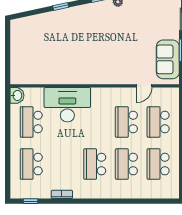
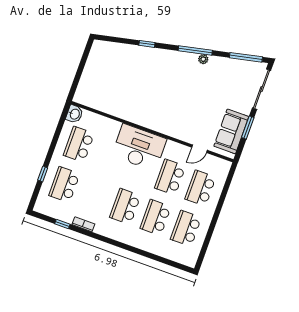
desk: (67, 105) -> (139, 147), moved
window: (8, 161) -> (43, 174), added
window: (31, 201) -> (62, 224), moved

